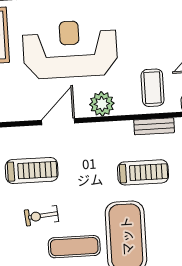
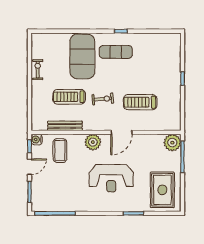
reception desk: (70, 49) -> (111, 178), width x0.74, depth x0.77
bench: (154, 126) -> (65, 126), width x1.36
exercise bike: (42, 216) -> (103, 99), moved

